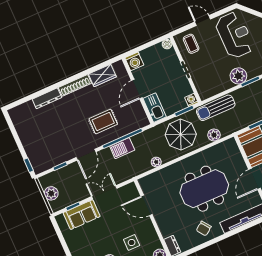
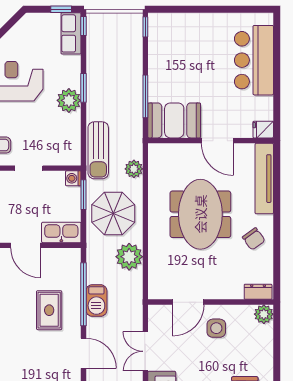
plant: (156, 162) -> (129, 257), width x1.87, depth x1.87
side table: (132, 242) -> (216, 328), moved

